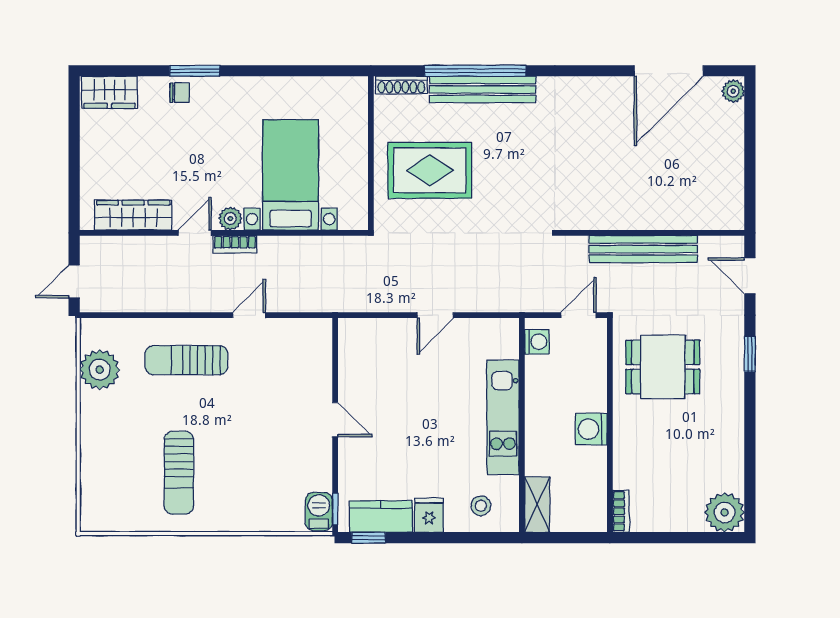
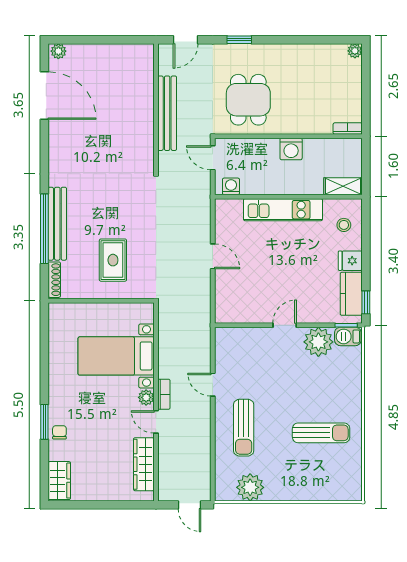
rug: (430, 170) -> (113, 260), width x0.73, depth x0.70
plant: (311, 469) -> (318, 342), added
plant: (725, 512) -> (355, 51), width x0.53, depth x0.53

